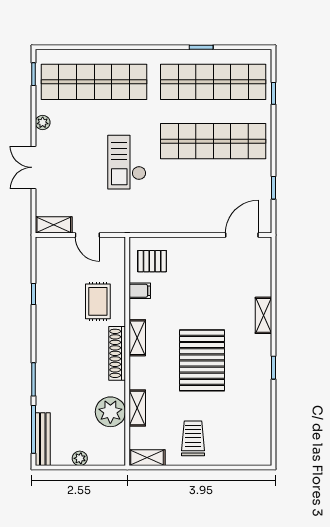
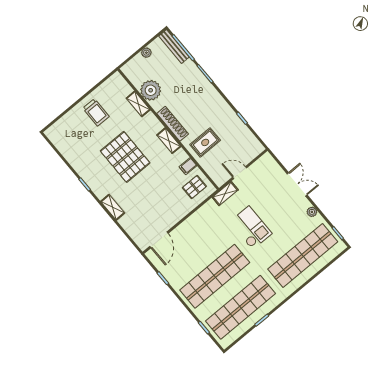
shelving: (54, 225) -> (225, 194), moved
rug: (98, 301) -> (205, 142), turned 90
shelving: (147, 458) -> (112, 82), removed

